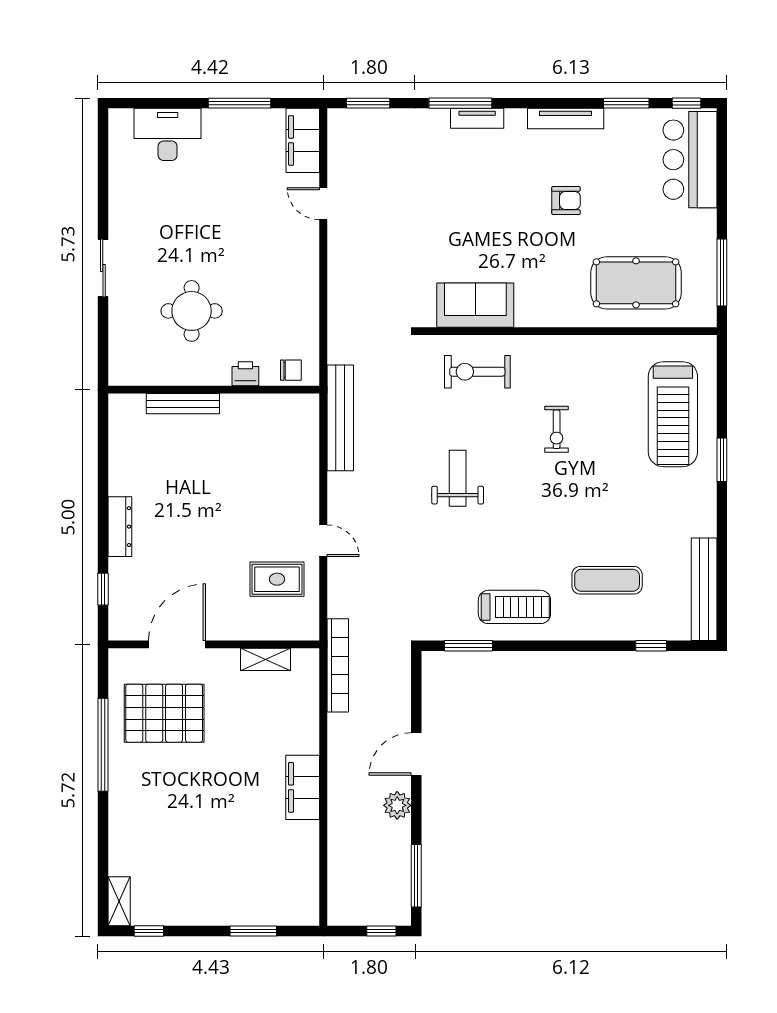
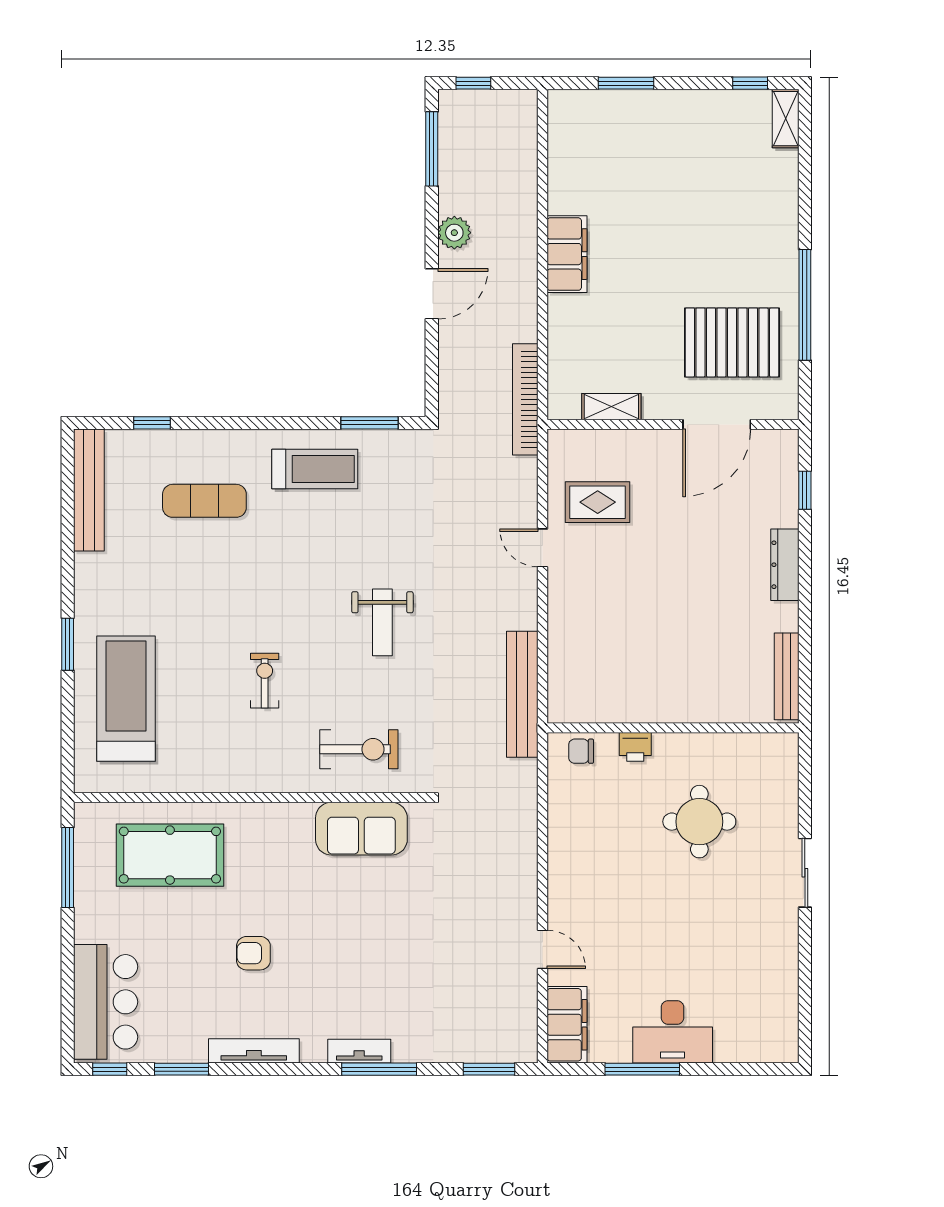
desk: (168, 134) -> (673, 1032), moved
bench: (183, 404) -> (787, 676), moved, turned 90
treadmill: (514, 607) -> (315, 469), turned 180

